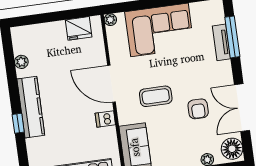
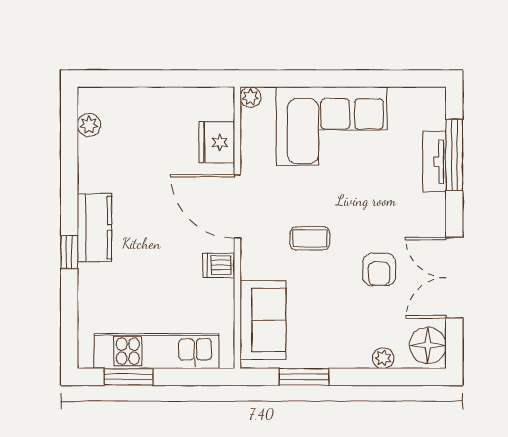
fridge: (79, 28) -> (217, 142), moved, turned 90
plant: (21, 62) -> (89, 125), moved
coffee table: (156, 96) -> (310, 238), width x0.73, depth x0.77
kitchen counter: (31, 107) -> (94, 228), width x0.67

